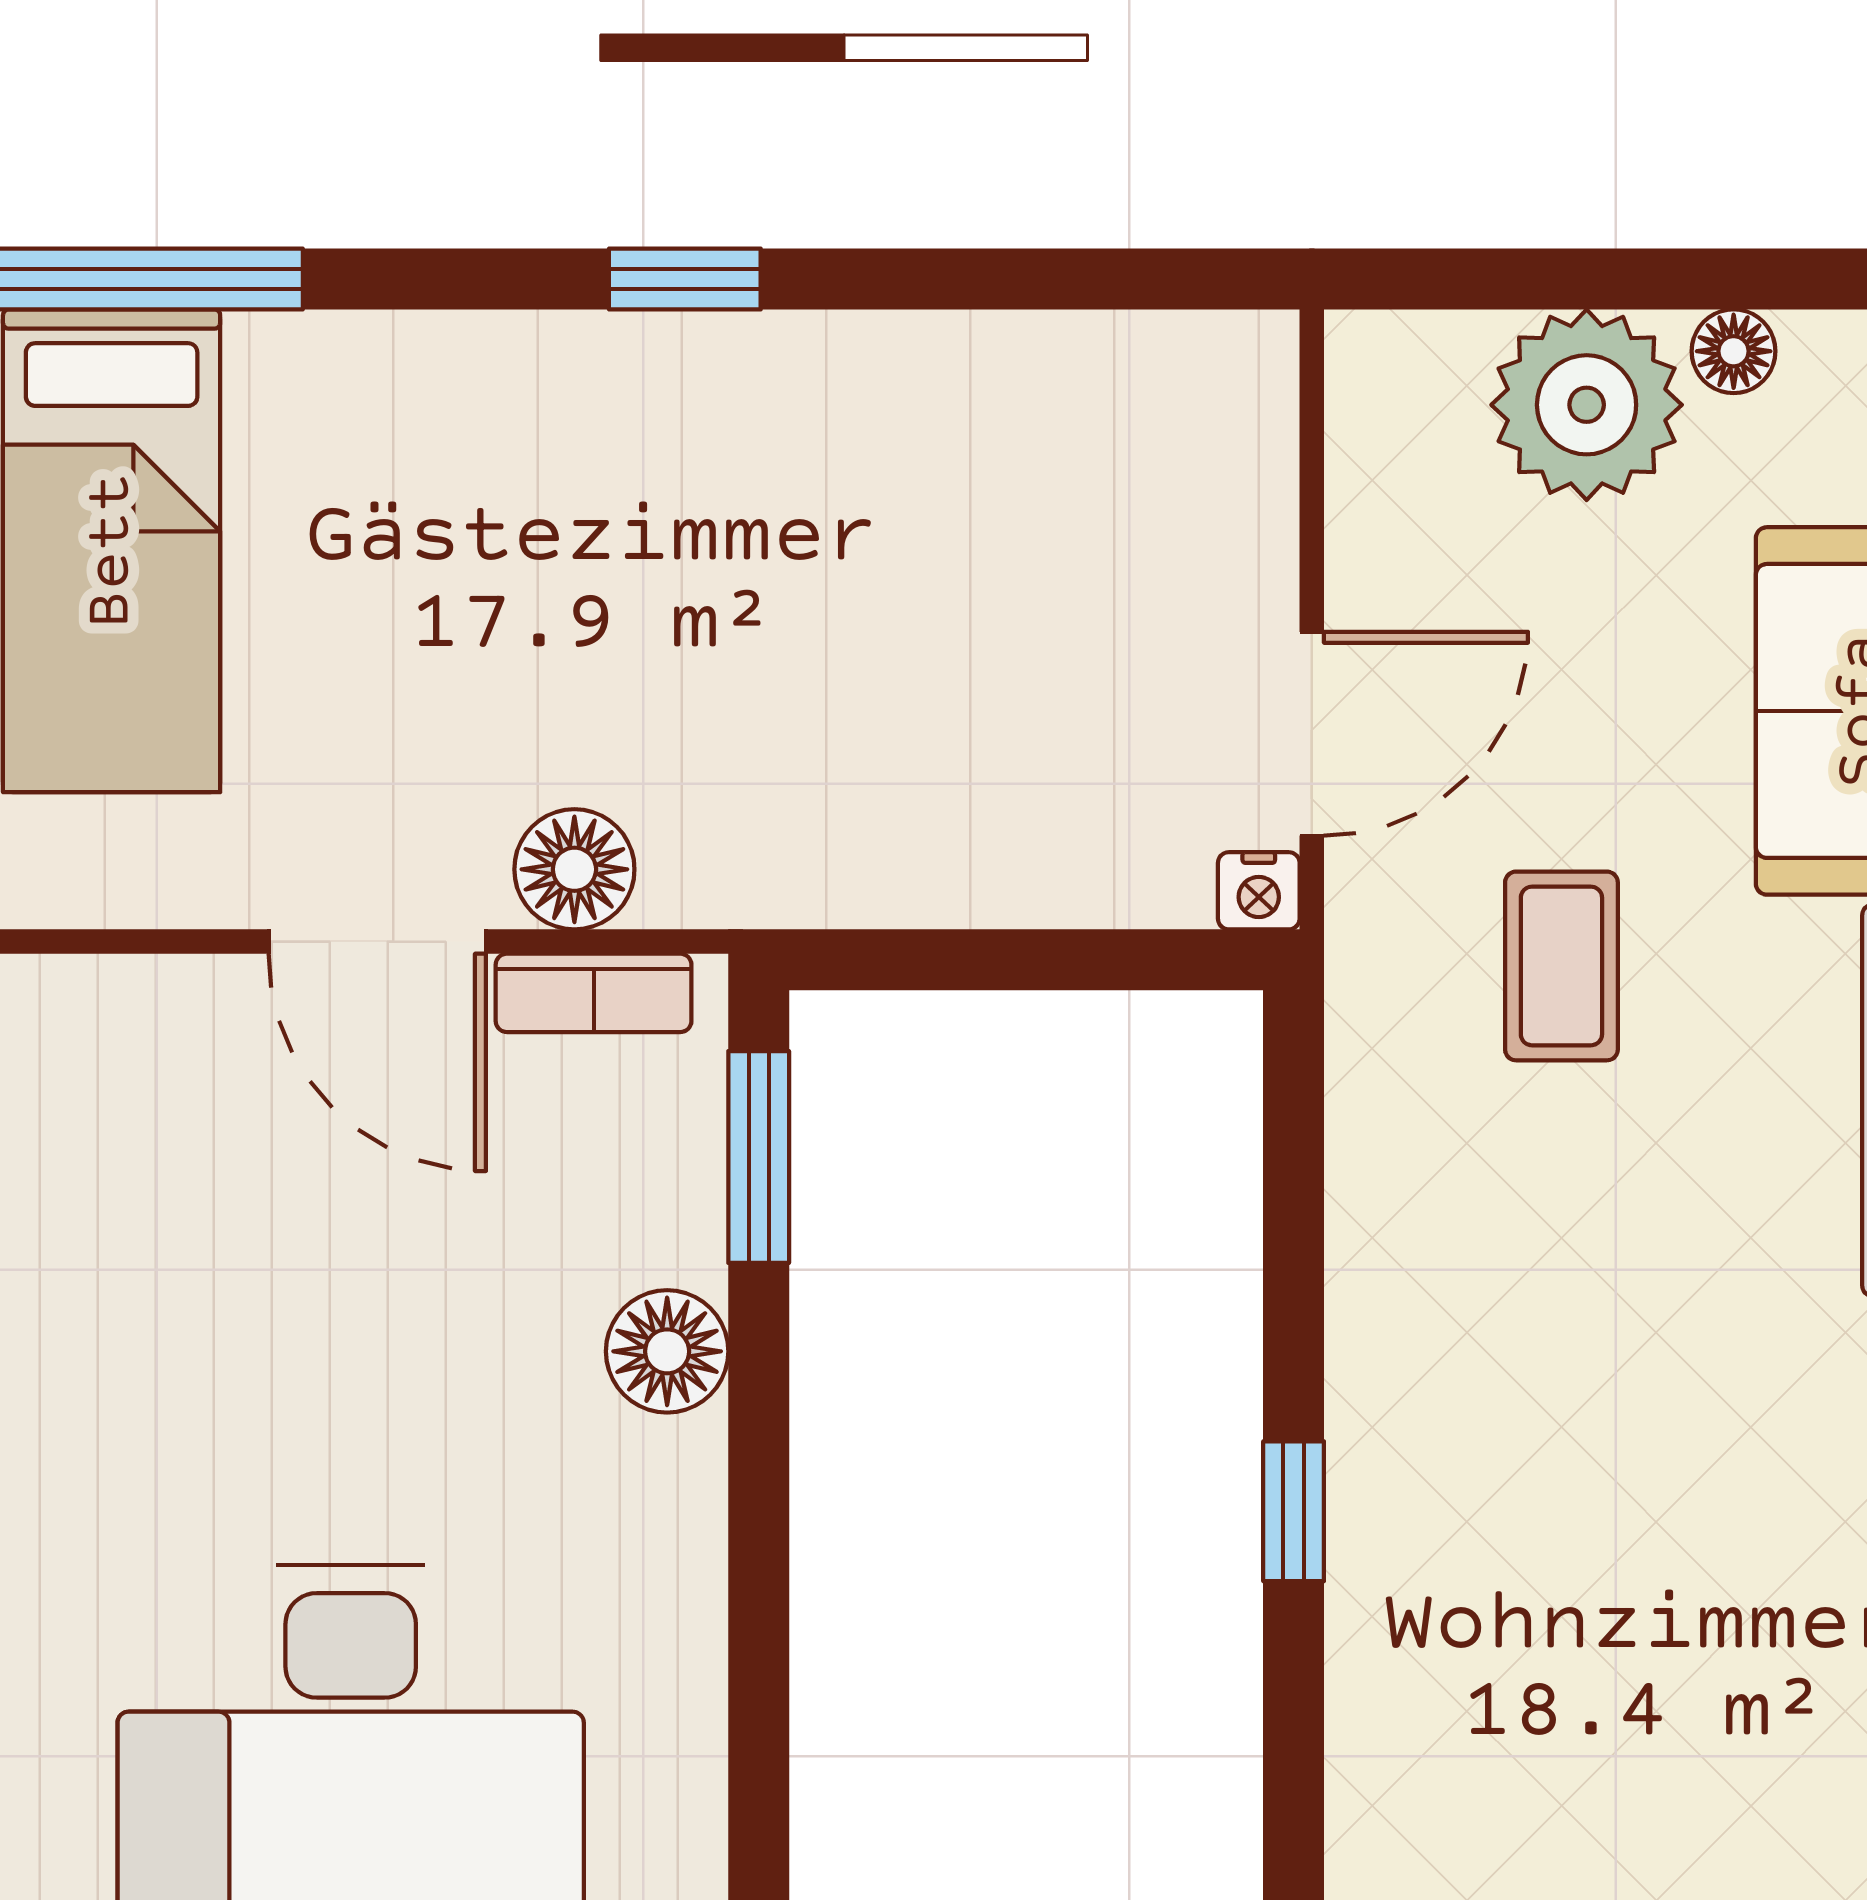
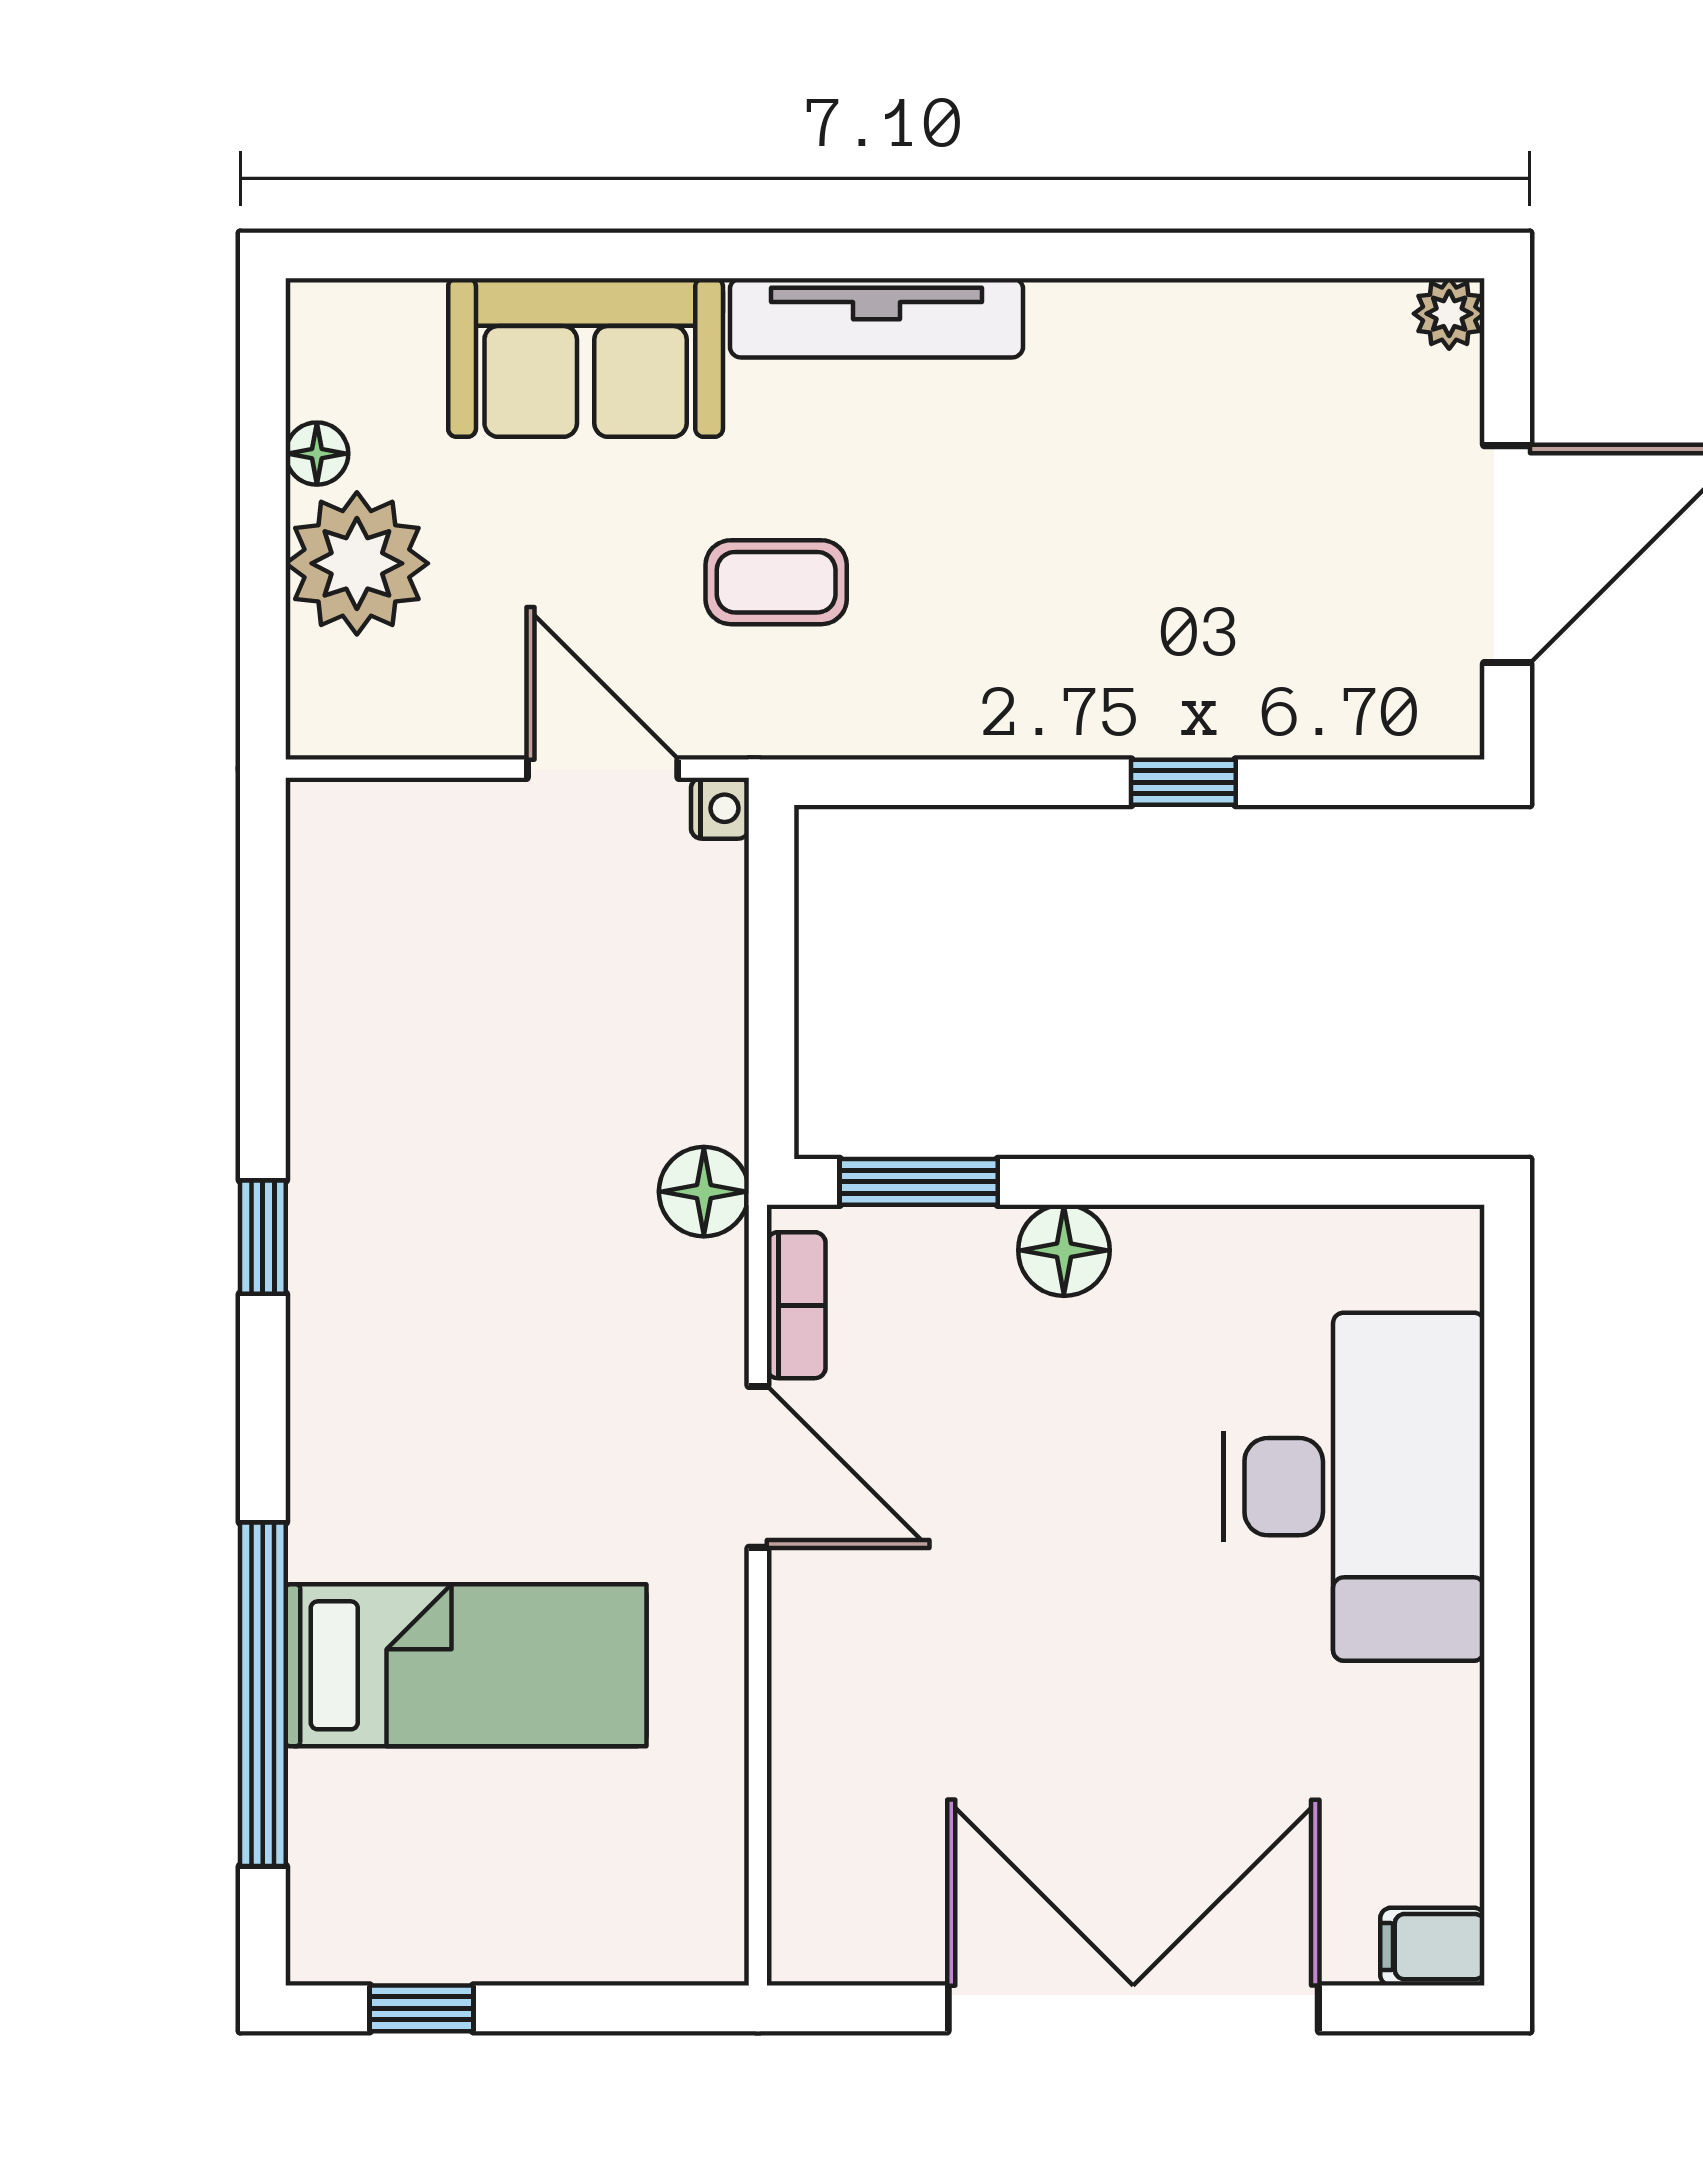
floor lamp: (574, 869) -> (704, 1192), moved
door: (377, 942) -> (758, 1467), hinge flipped

